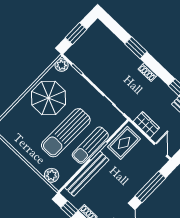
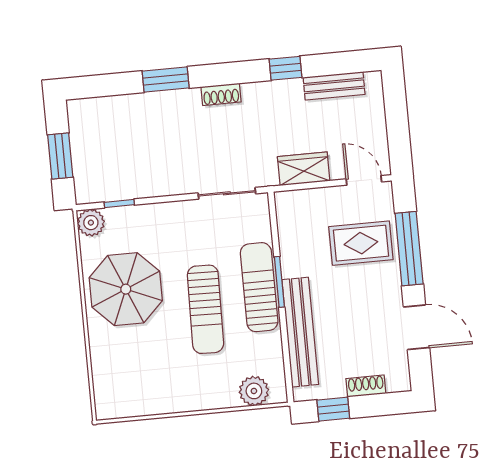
sun lounger: (66, 133) -> (205, 309), width x0.73, depth x0.75
rug: (124, 143) -> (361, 243), moved, turned 90
sun lounger: (90, 145) -> (259, 287), turned 180

